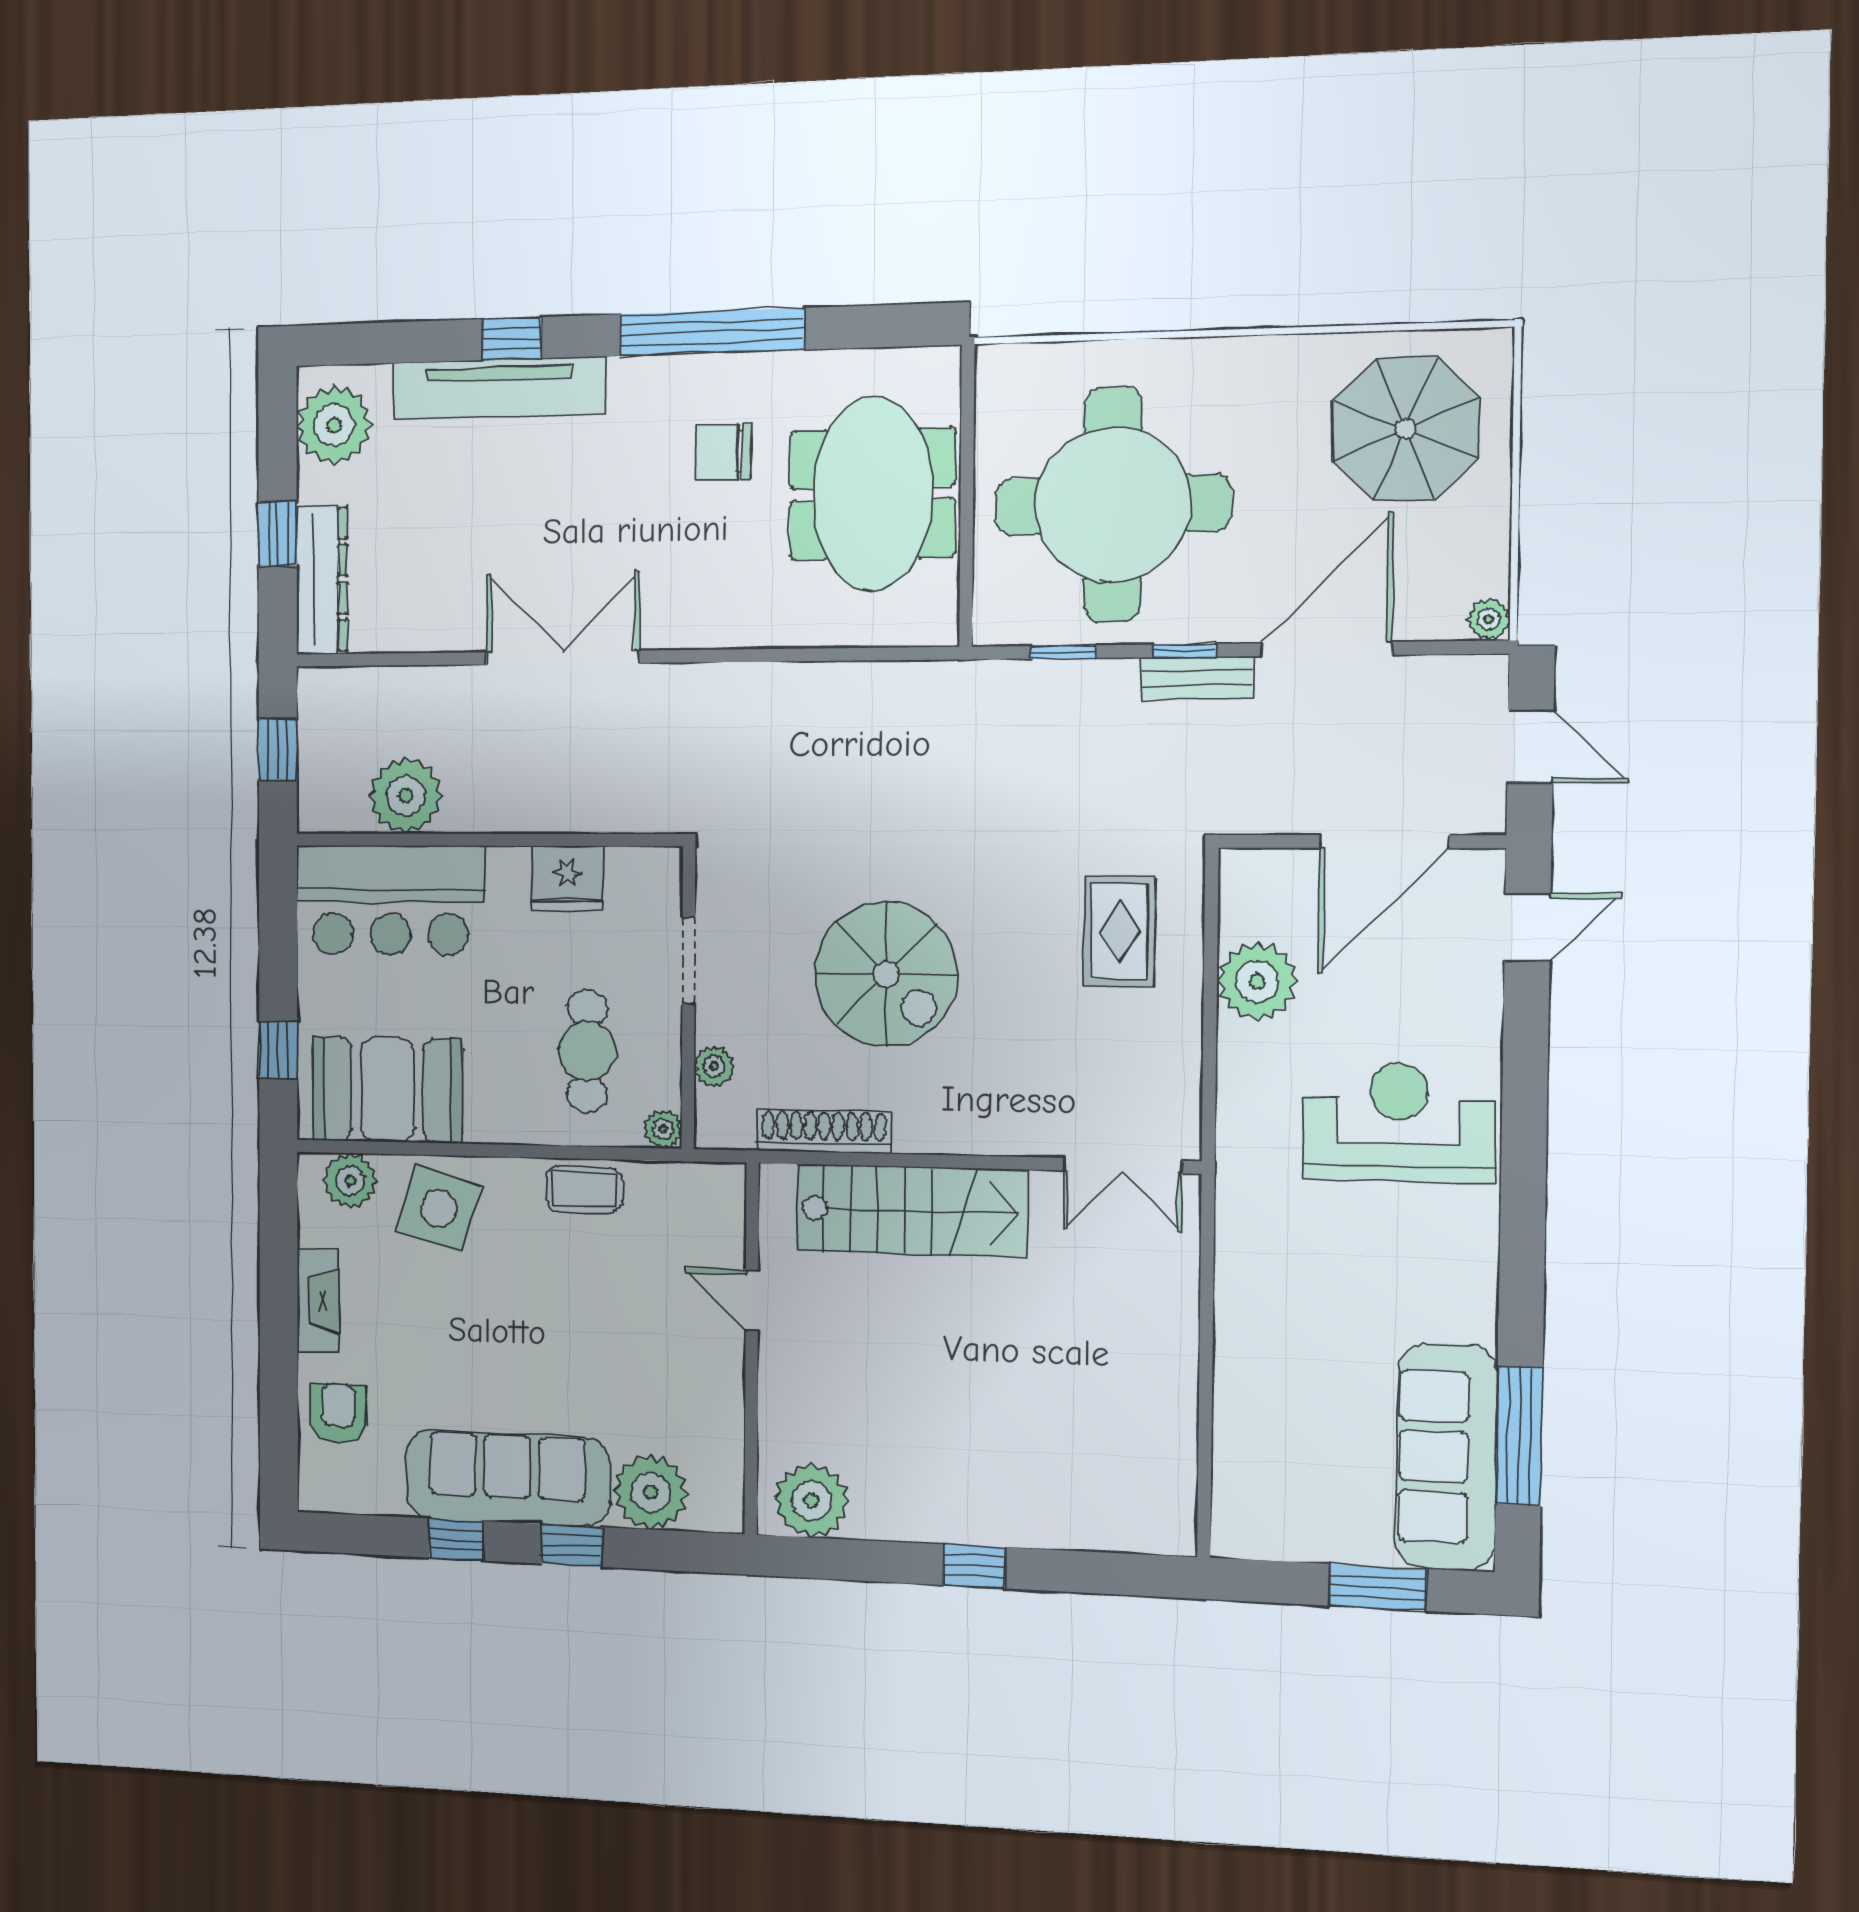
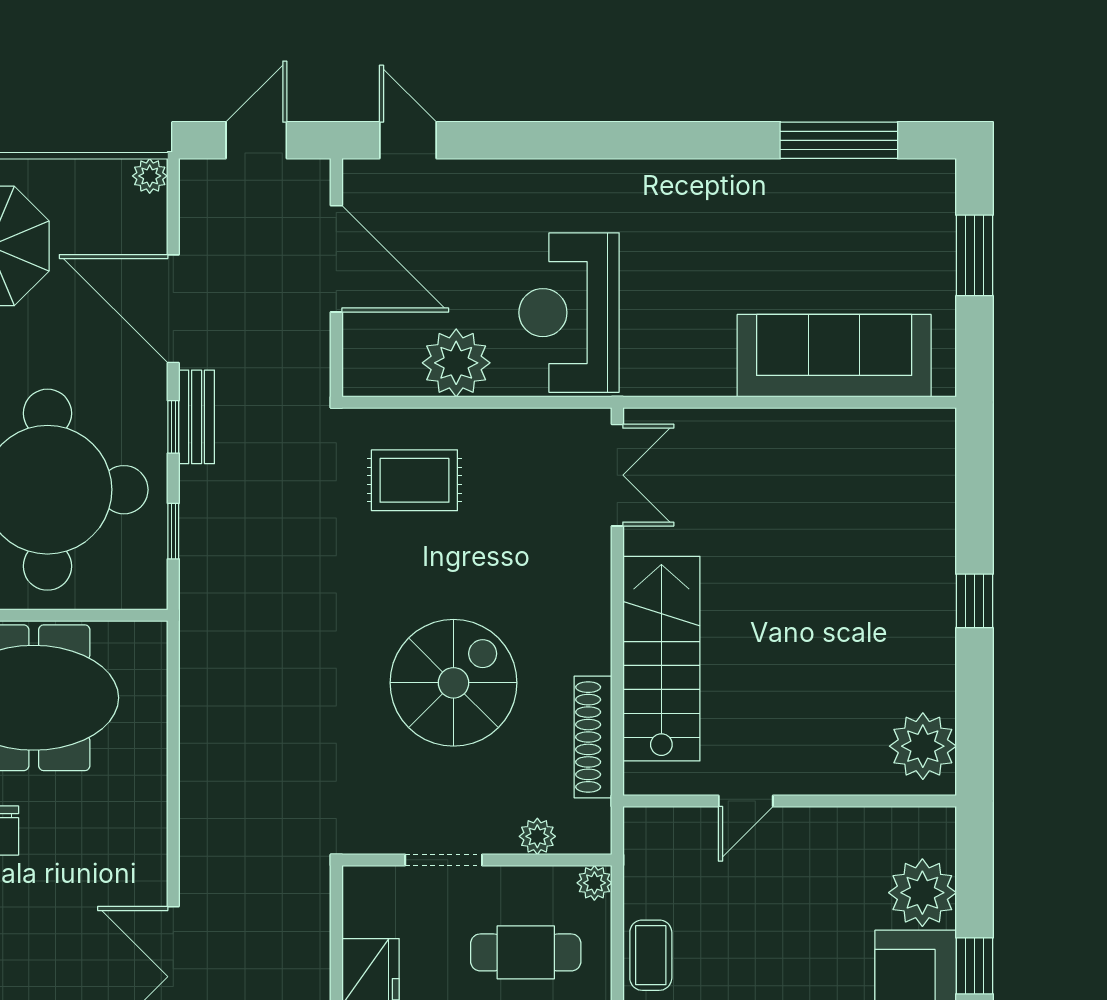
reception desk: (1399, 1122) -> (569, 313), moved
sofa: (1447, 1457) -> (834, 356), moved, turned 180

